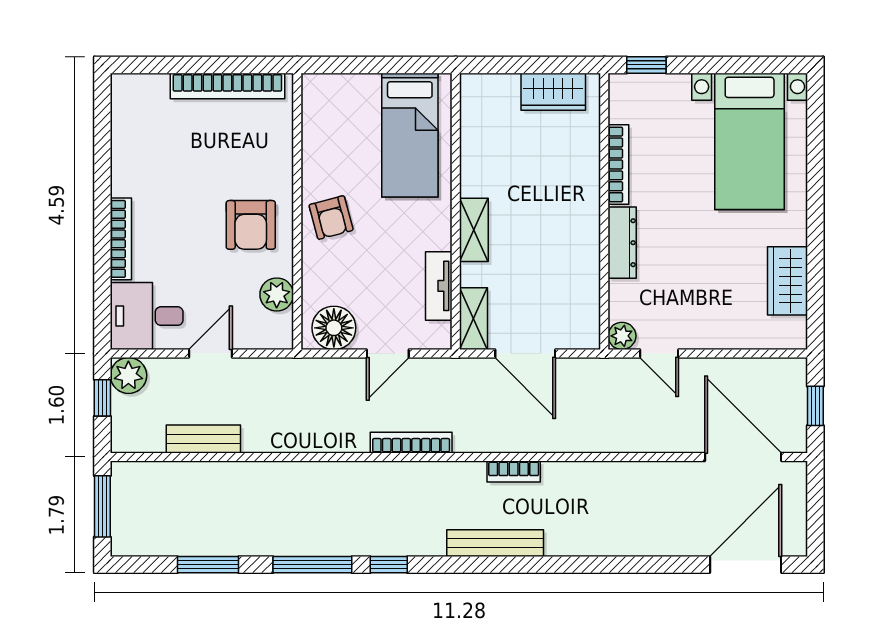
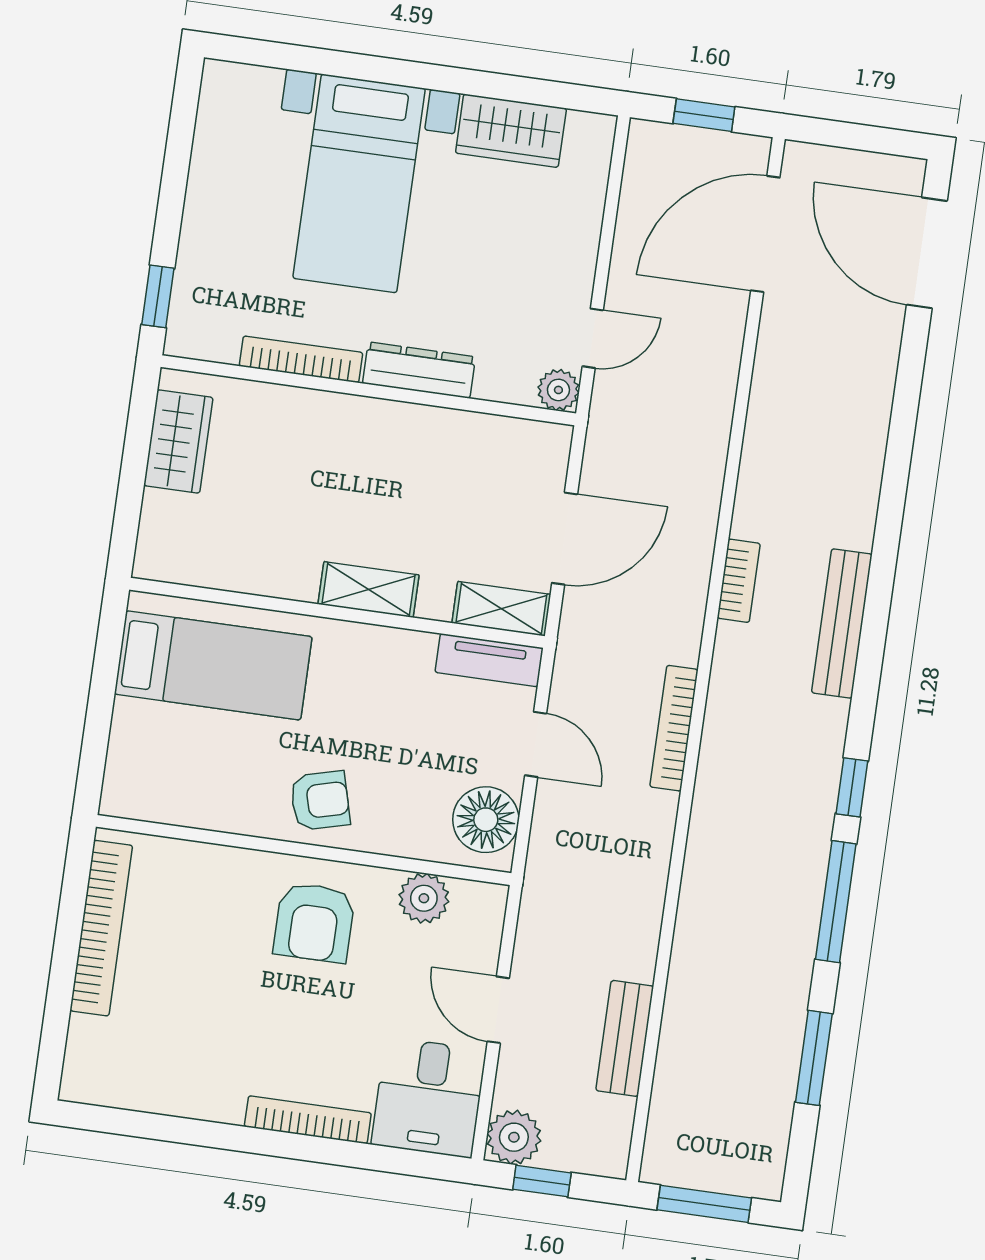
bed with nightstands: (750, 141) -> (359, 183), moved, turned 90
armchair: (251, 225) -> (314, 922), turned 90
tv unit: (439, 286) -> (489, 660), moved

